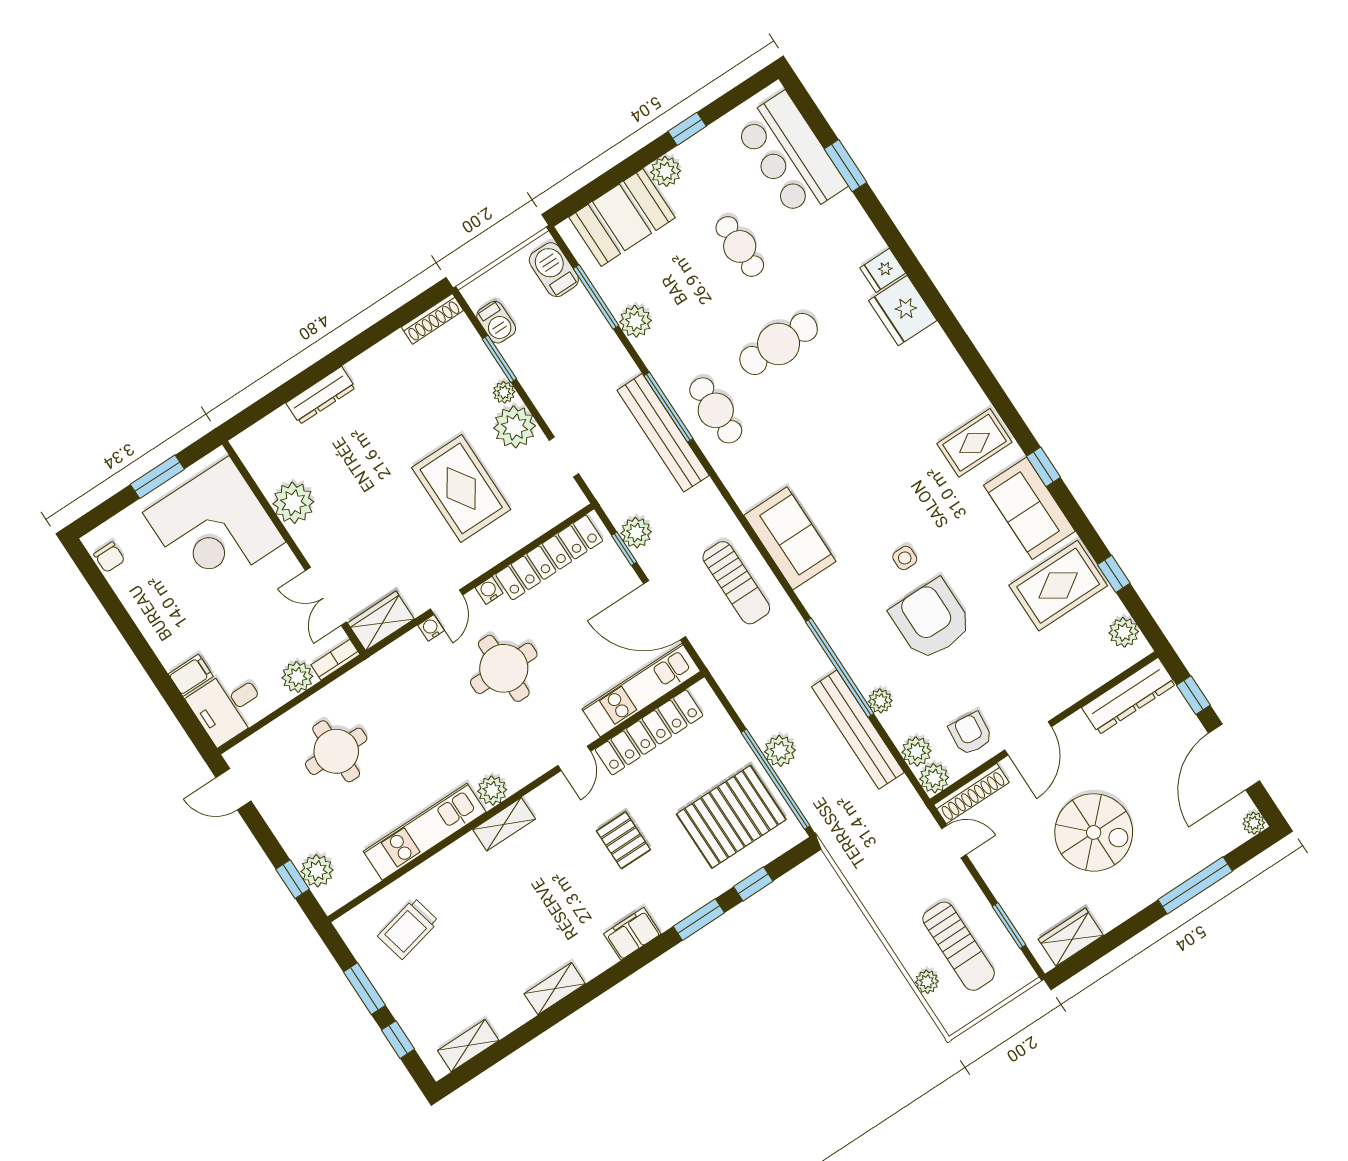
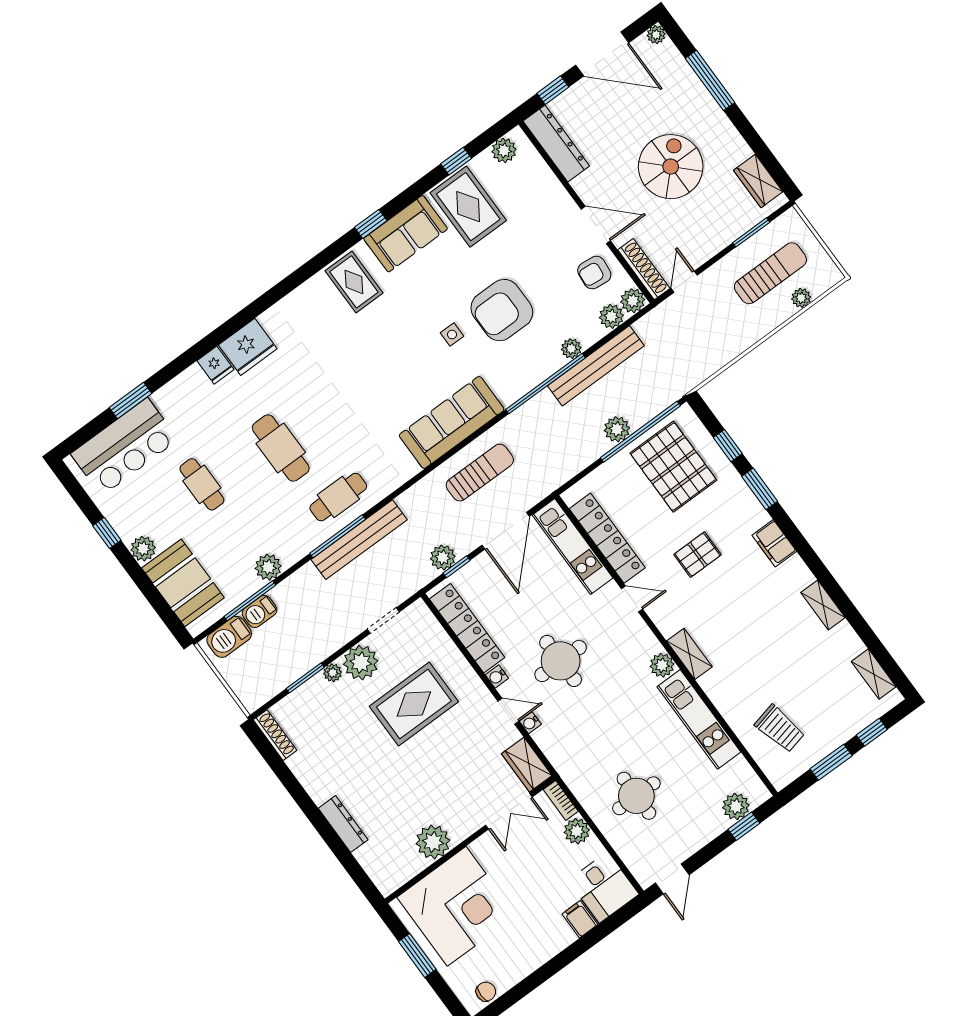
cafe table: (740, 246) -> (202, 484), turned 90
barbecue: (496, 322) -> (260, 612), moved, turned 180
sofa: (790, 538) -> (452, 422), width x1.36

